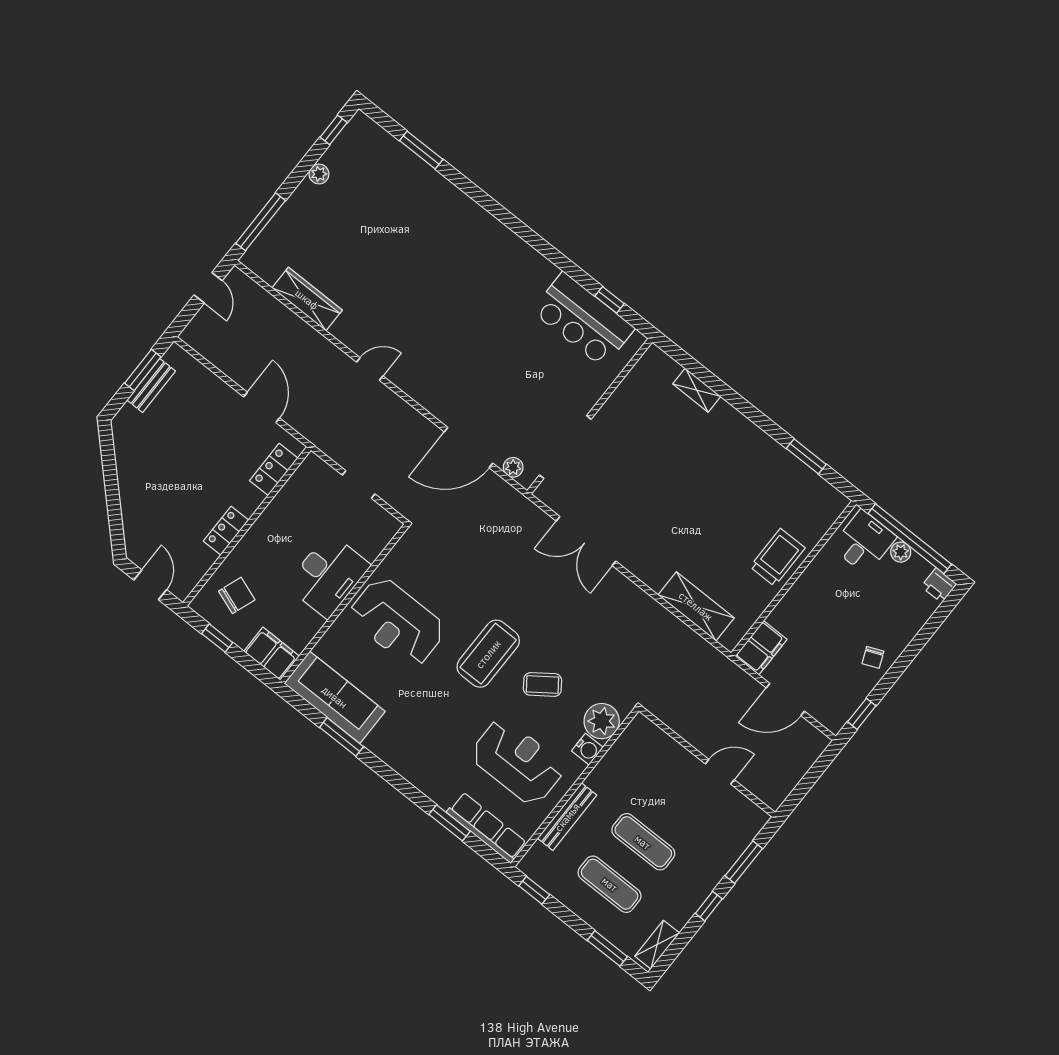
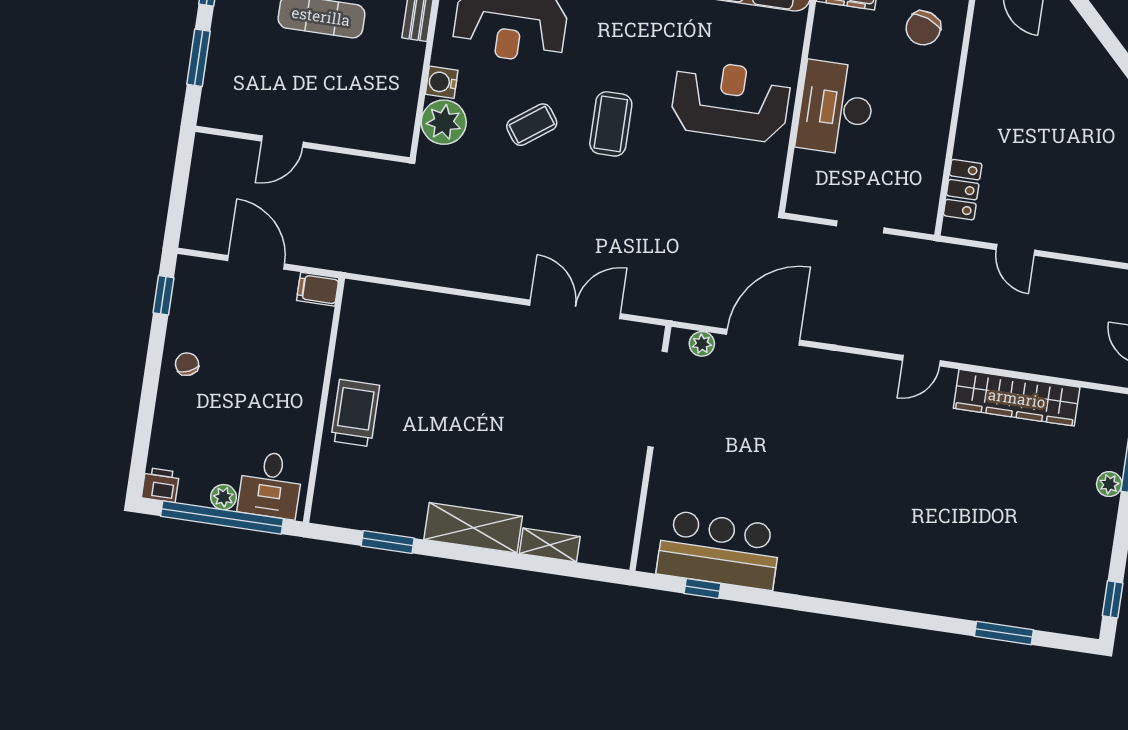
plant: (319, 174) -> (1109, 484), moved
wardrobe: (307, 299) -> (1017, 398), width x1.40, depth x1.17
door: (262, 407) -> (1015, 250), width x0.73
locker: (226, 531) -> (976, 92), removed
trolley: (777, 557) -> (355, 413), turned 180
shelving: (696, 606) -> (473, 528), moved
filing cabinet: (761, 648) -> (318, 289), width x0.50
coffee table: (488, 654) -> (611, 124), width x0.73, depth x0.76
door: (785, 700) -> (256, 262), hinge flipped

